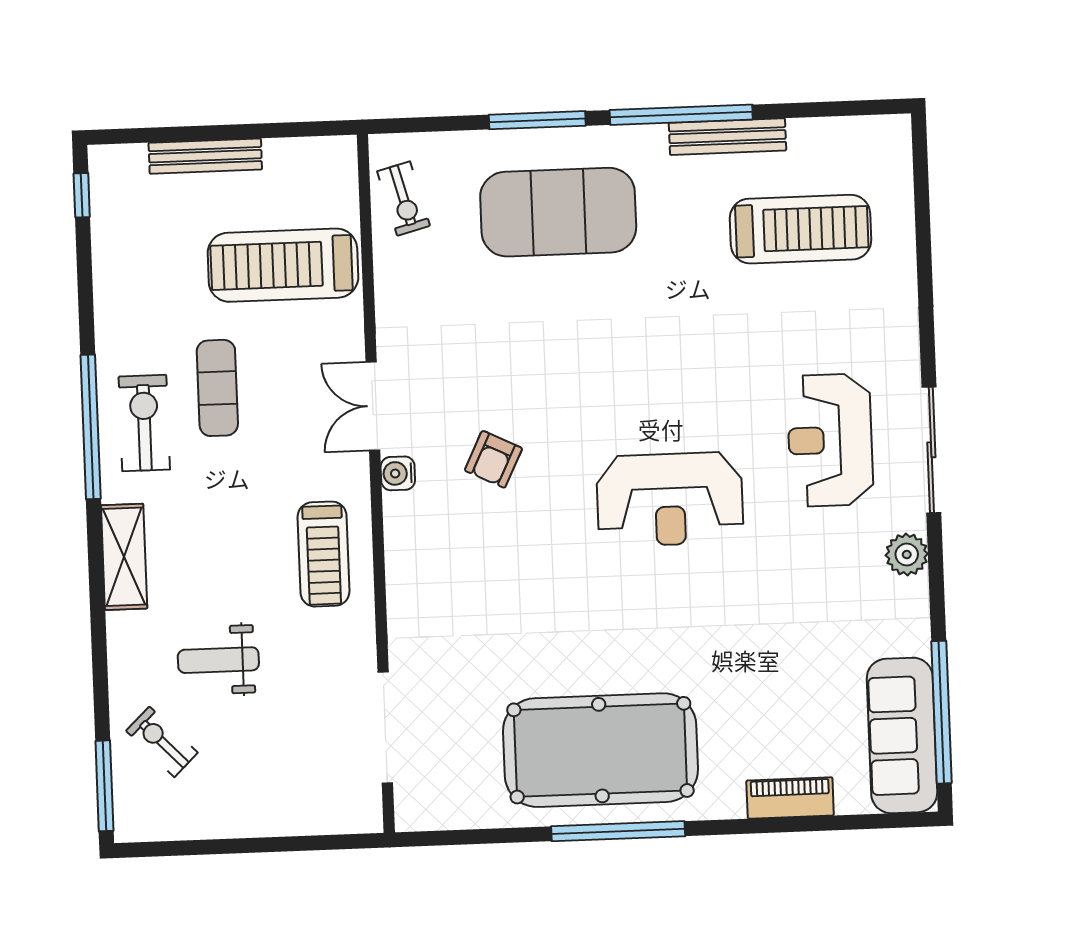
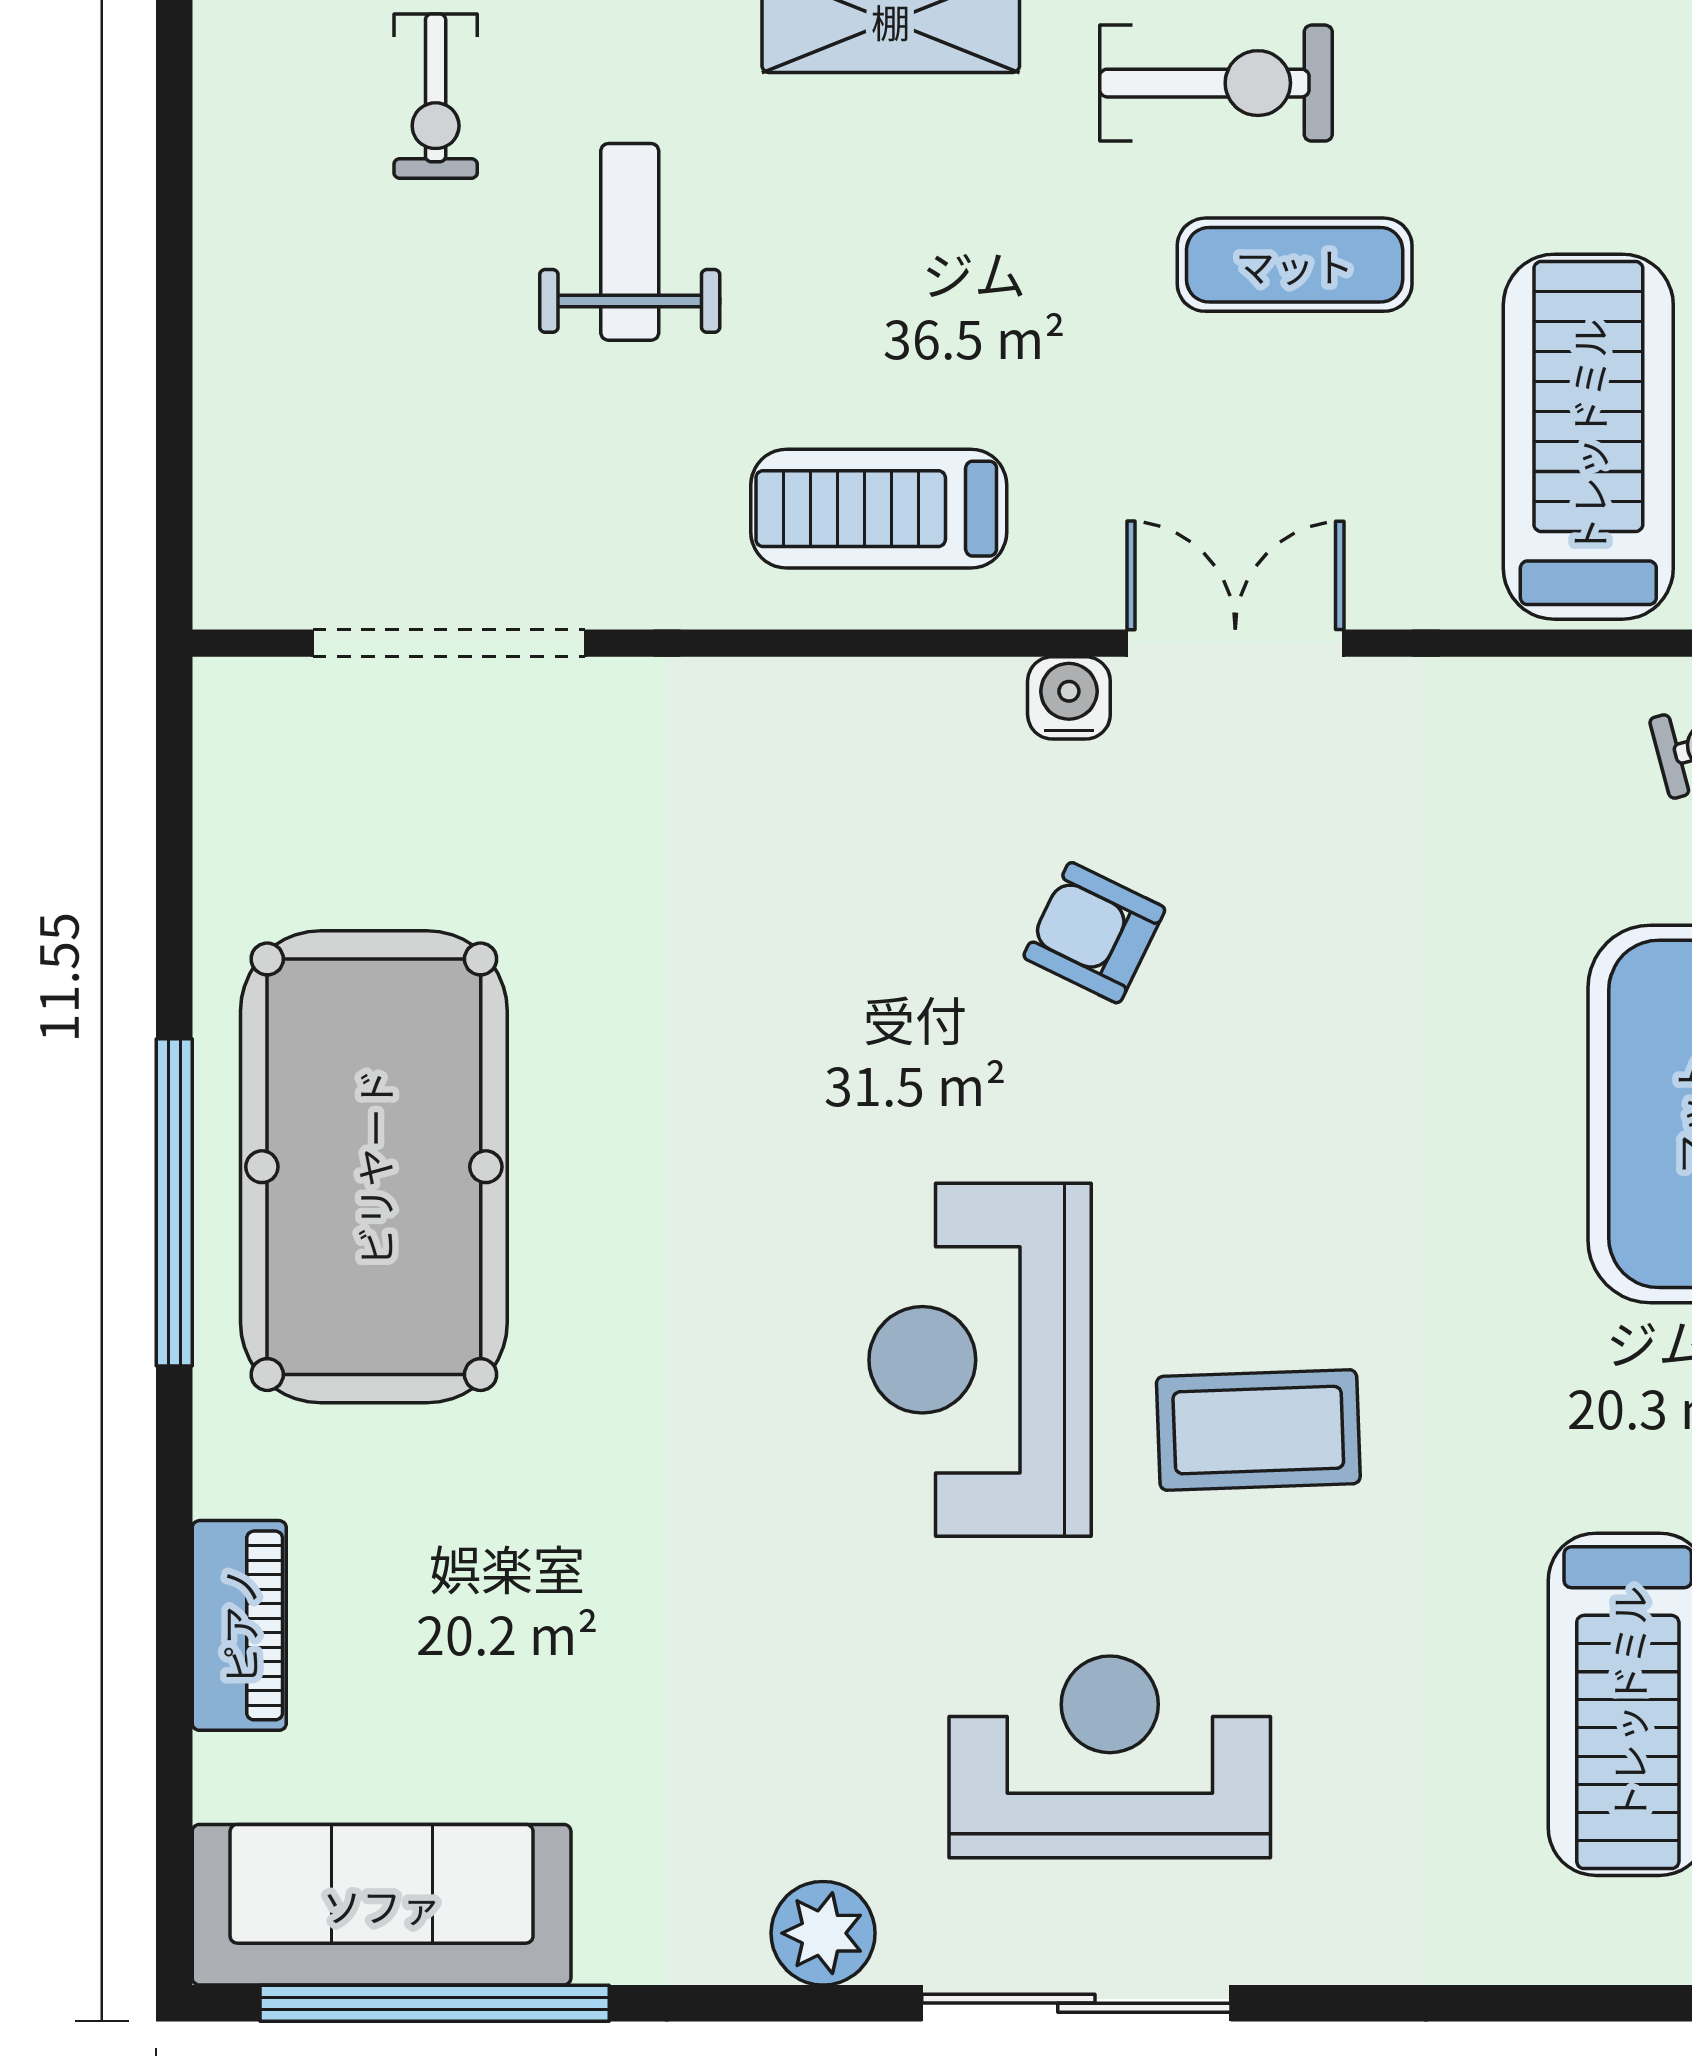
coffee table: (694, 384) -> (1258, 1430), added
exercise bike: (162, 742) -> (436, 96), turned 134

